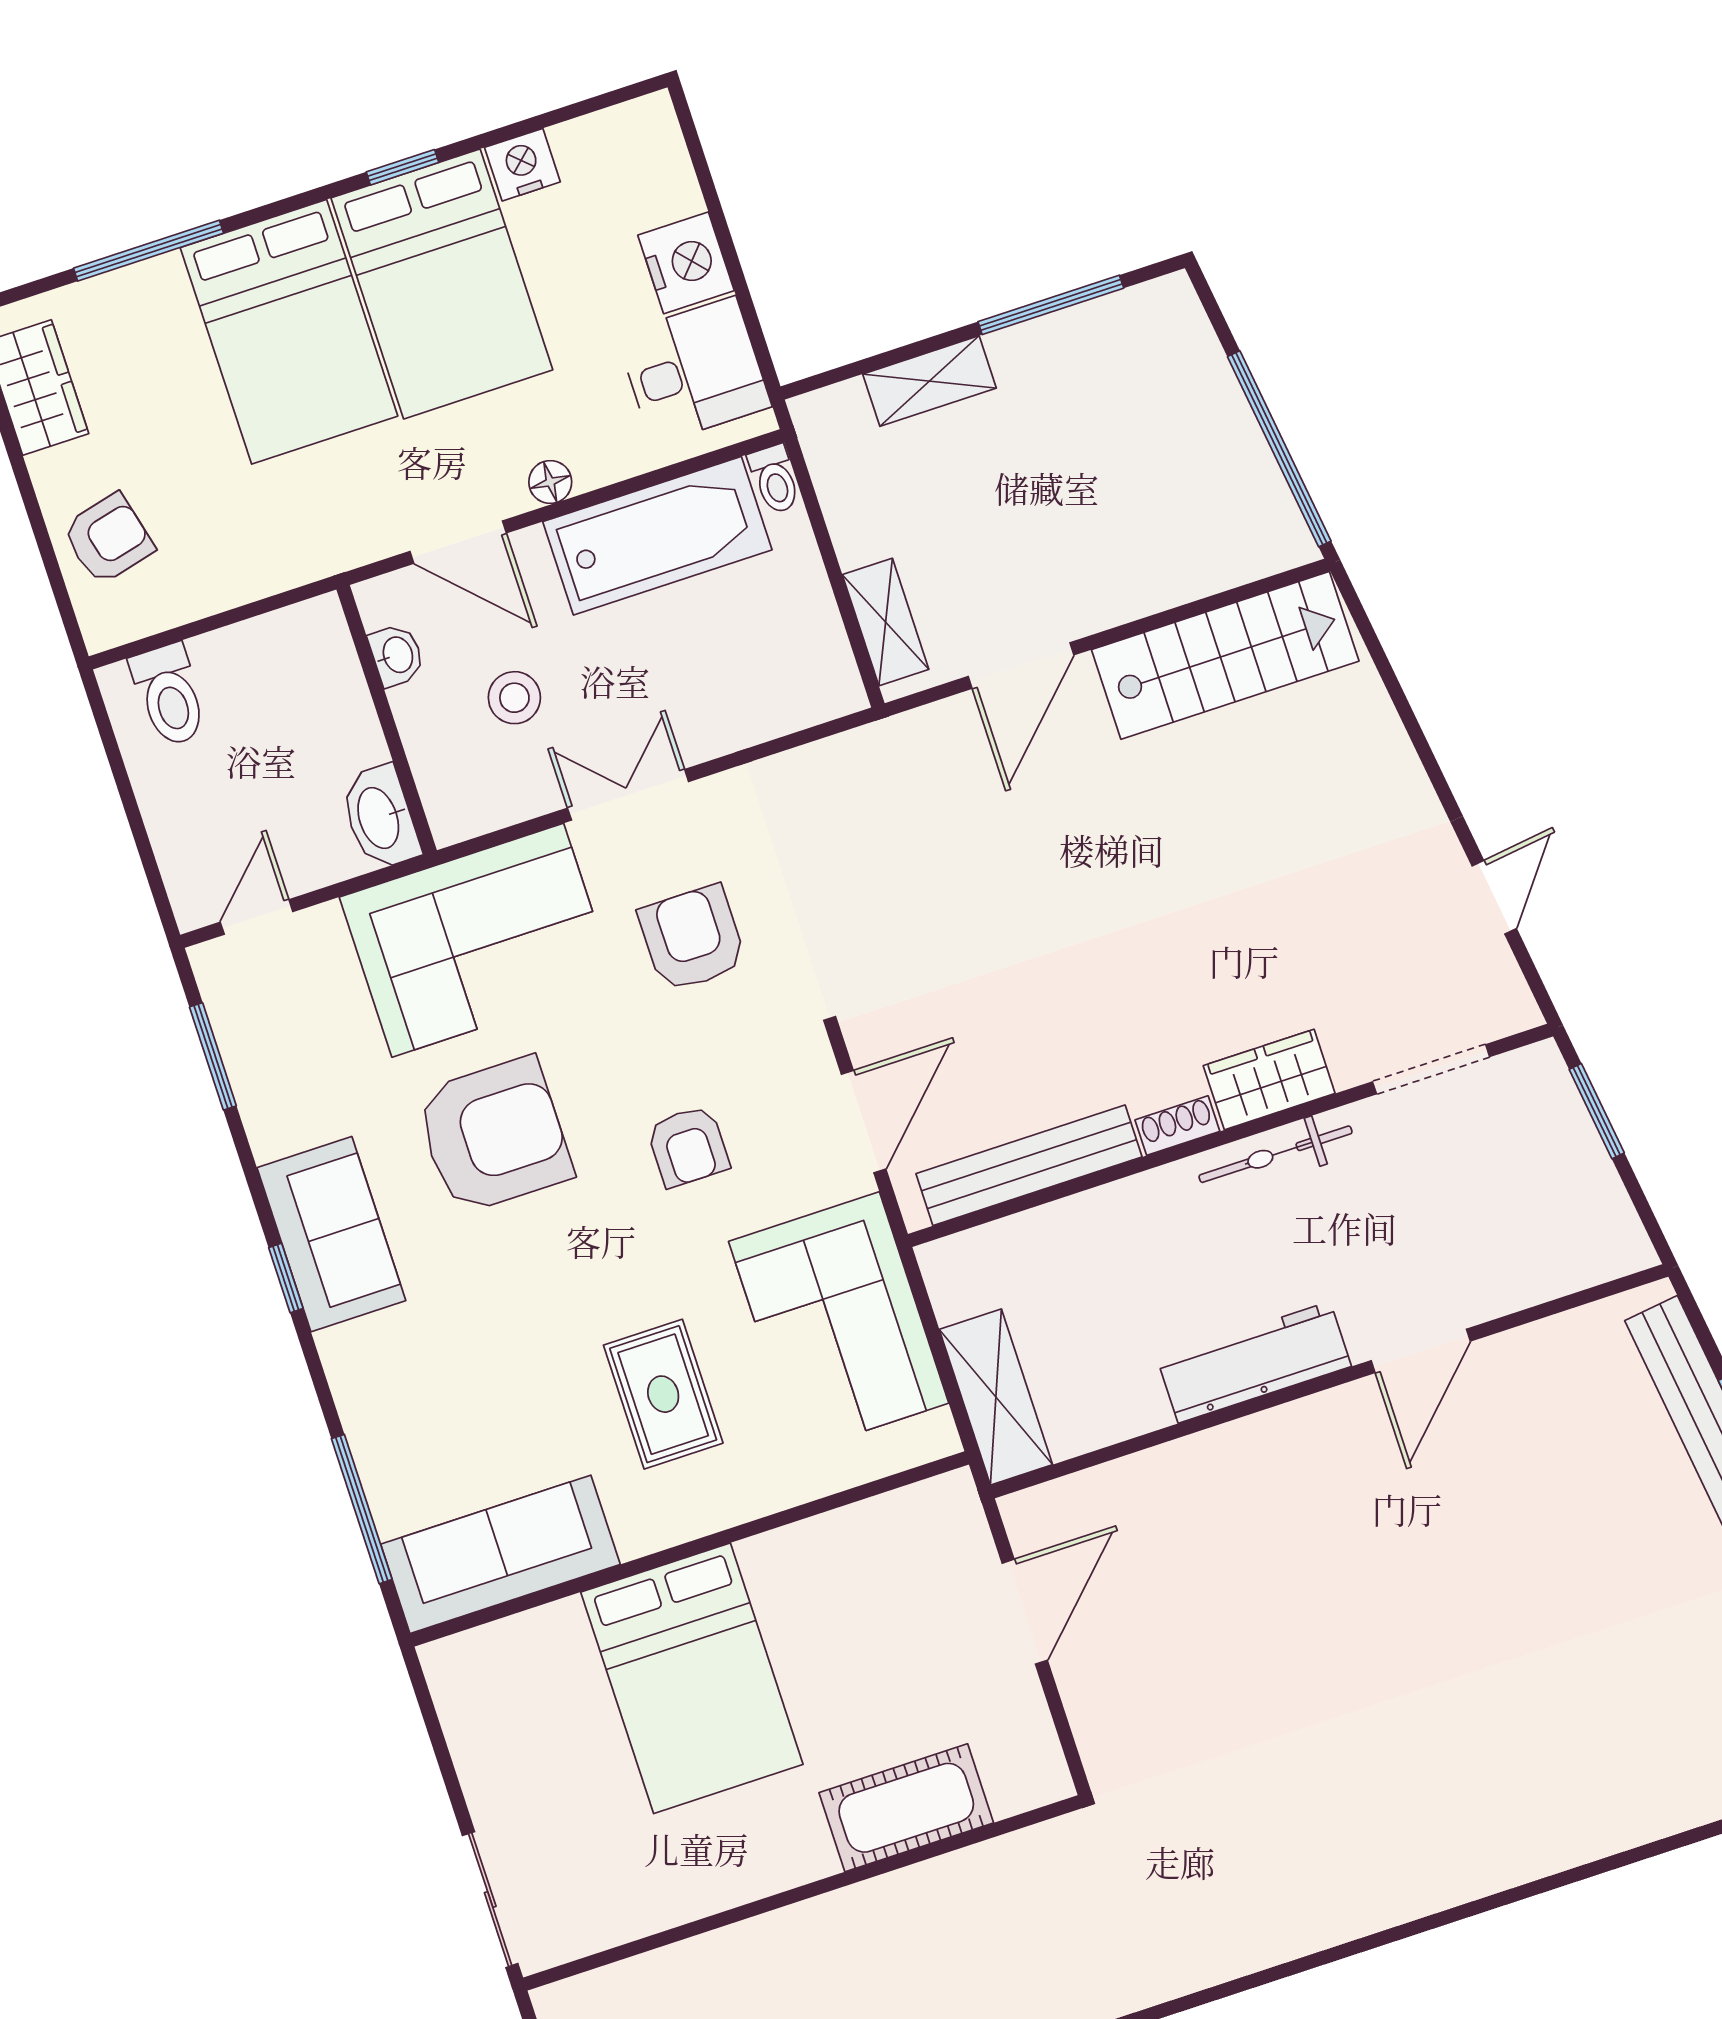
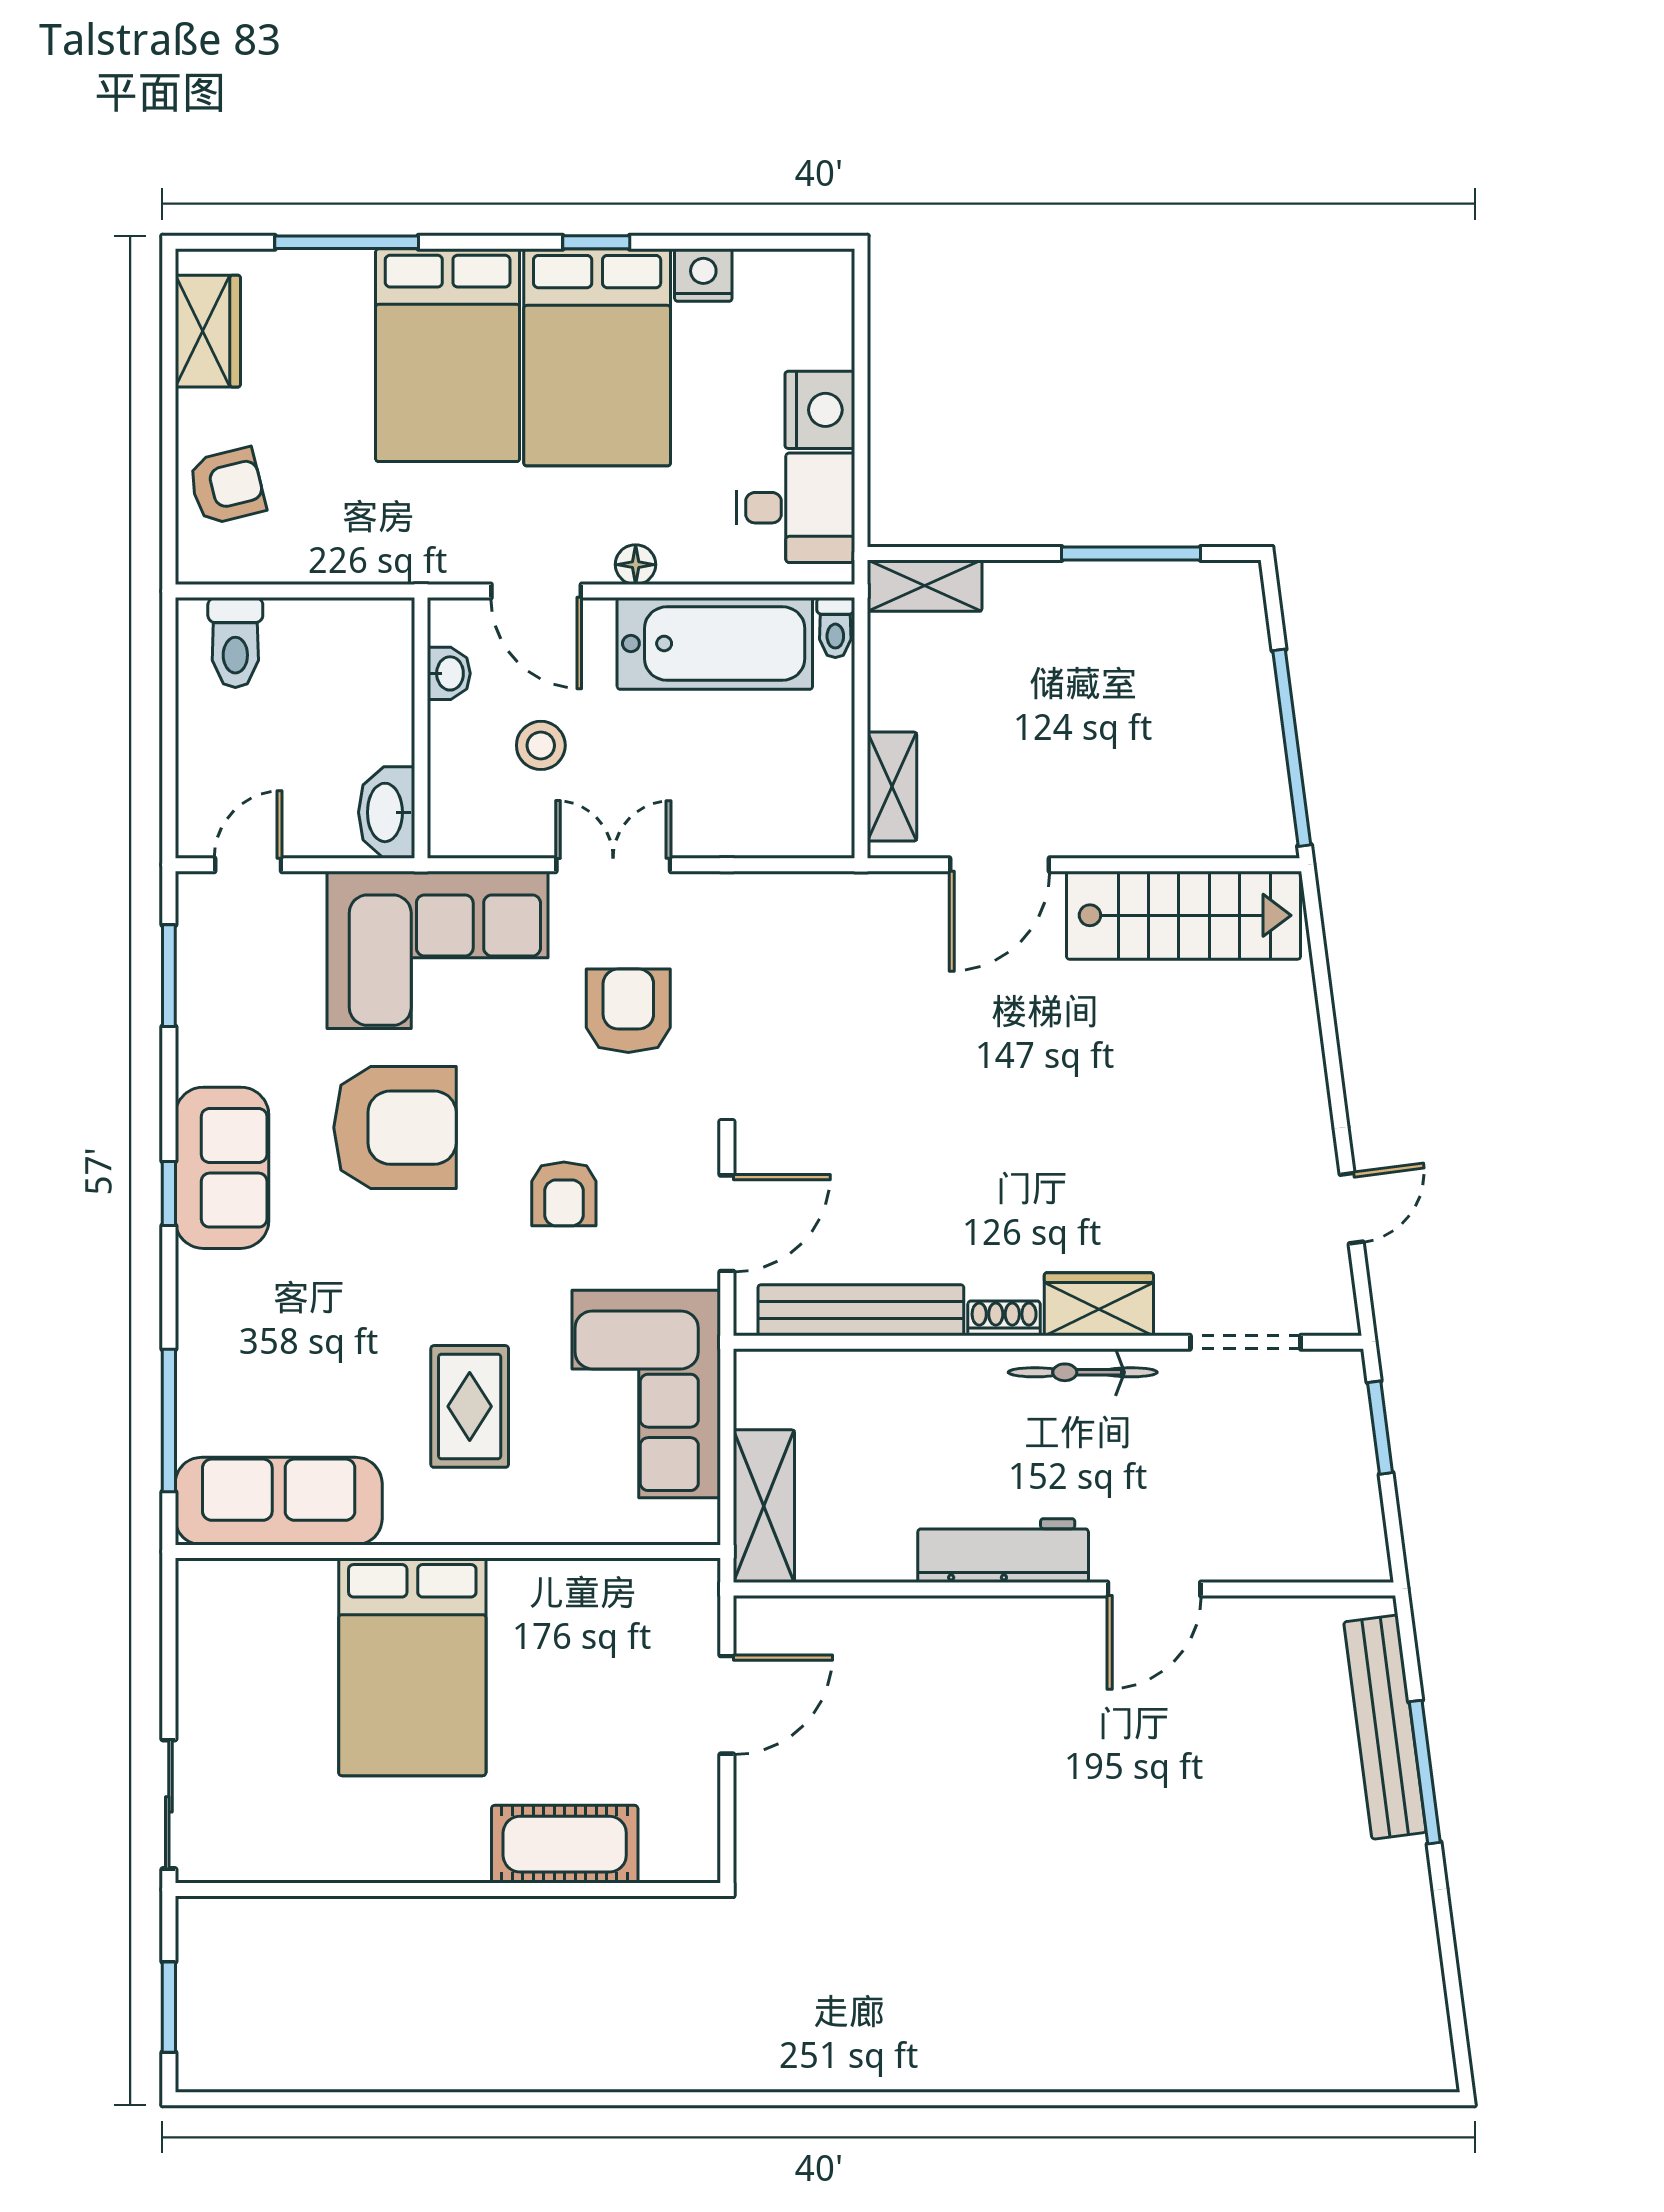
shelving: (930, 381) -> (925, 586), moved

